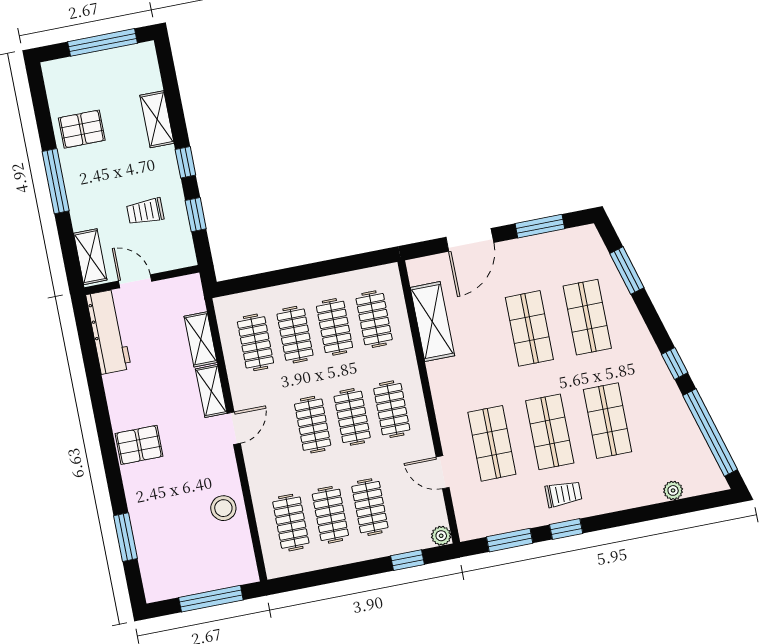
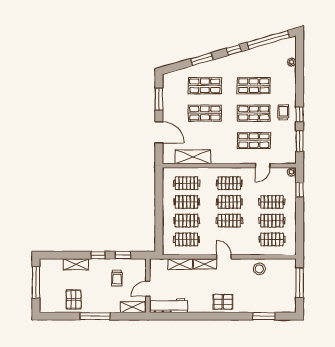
window: (627, 271) -> (202, 59), moved
pallet: (139, 445) -> (223, 302), turned 90

